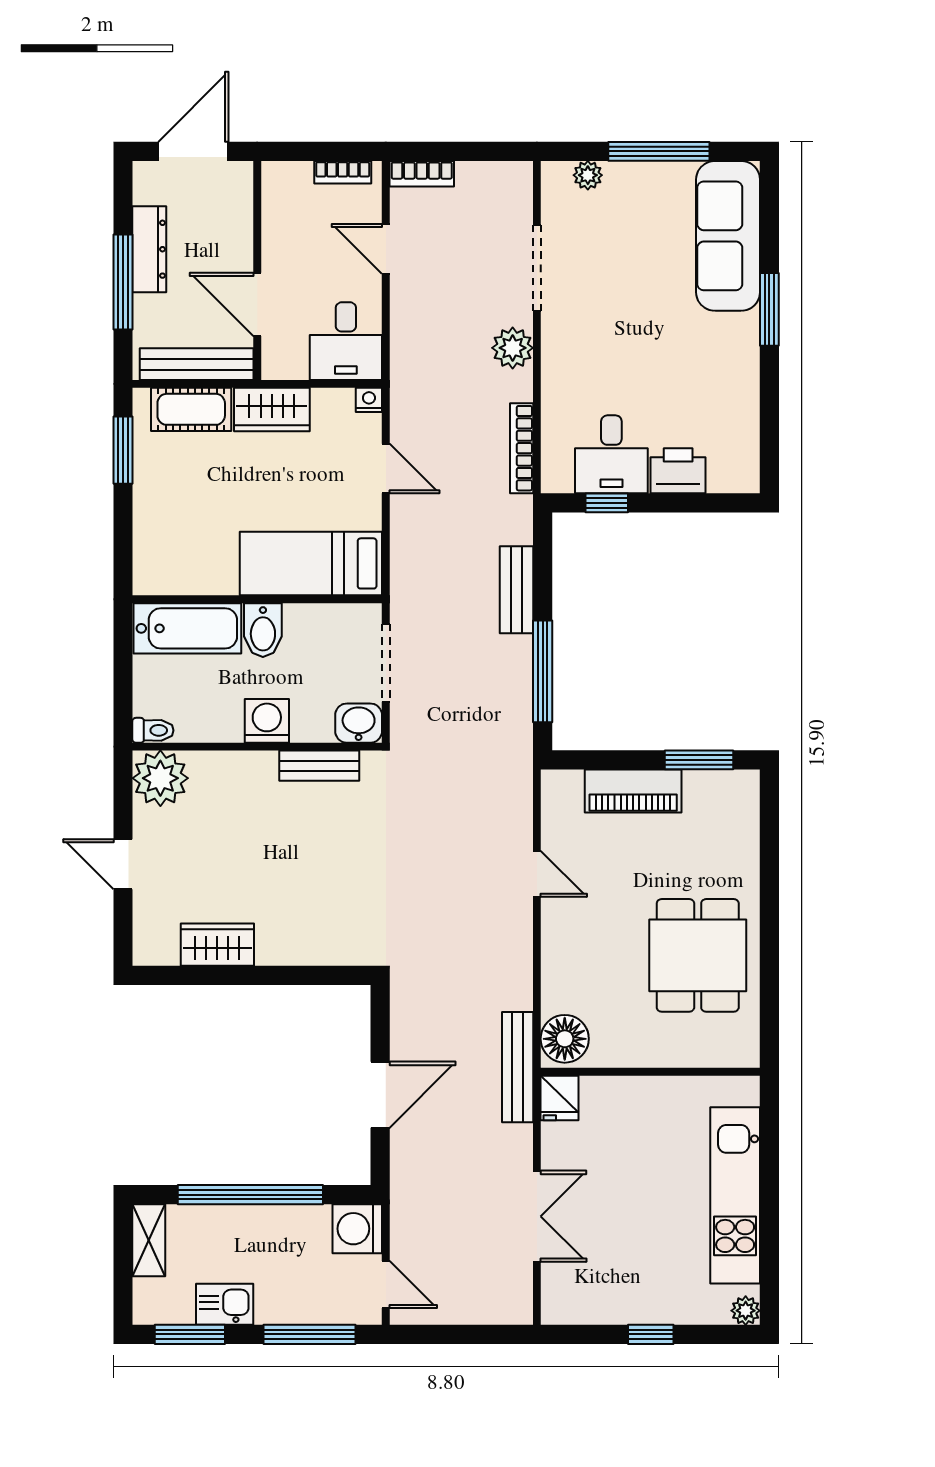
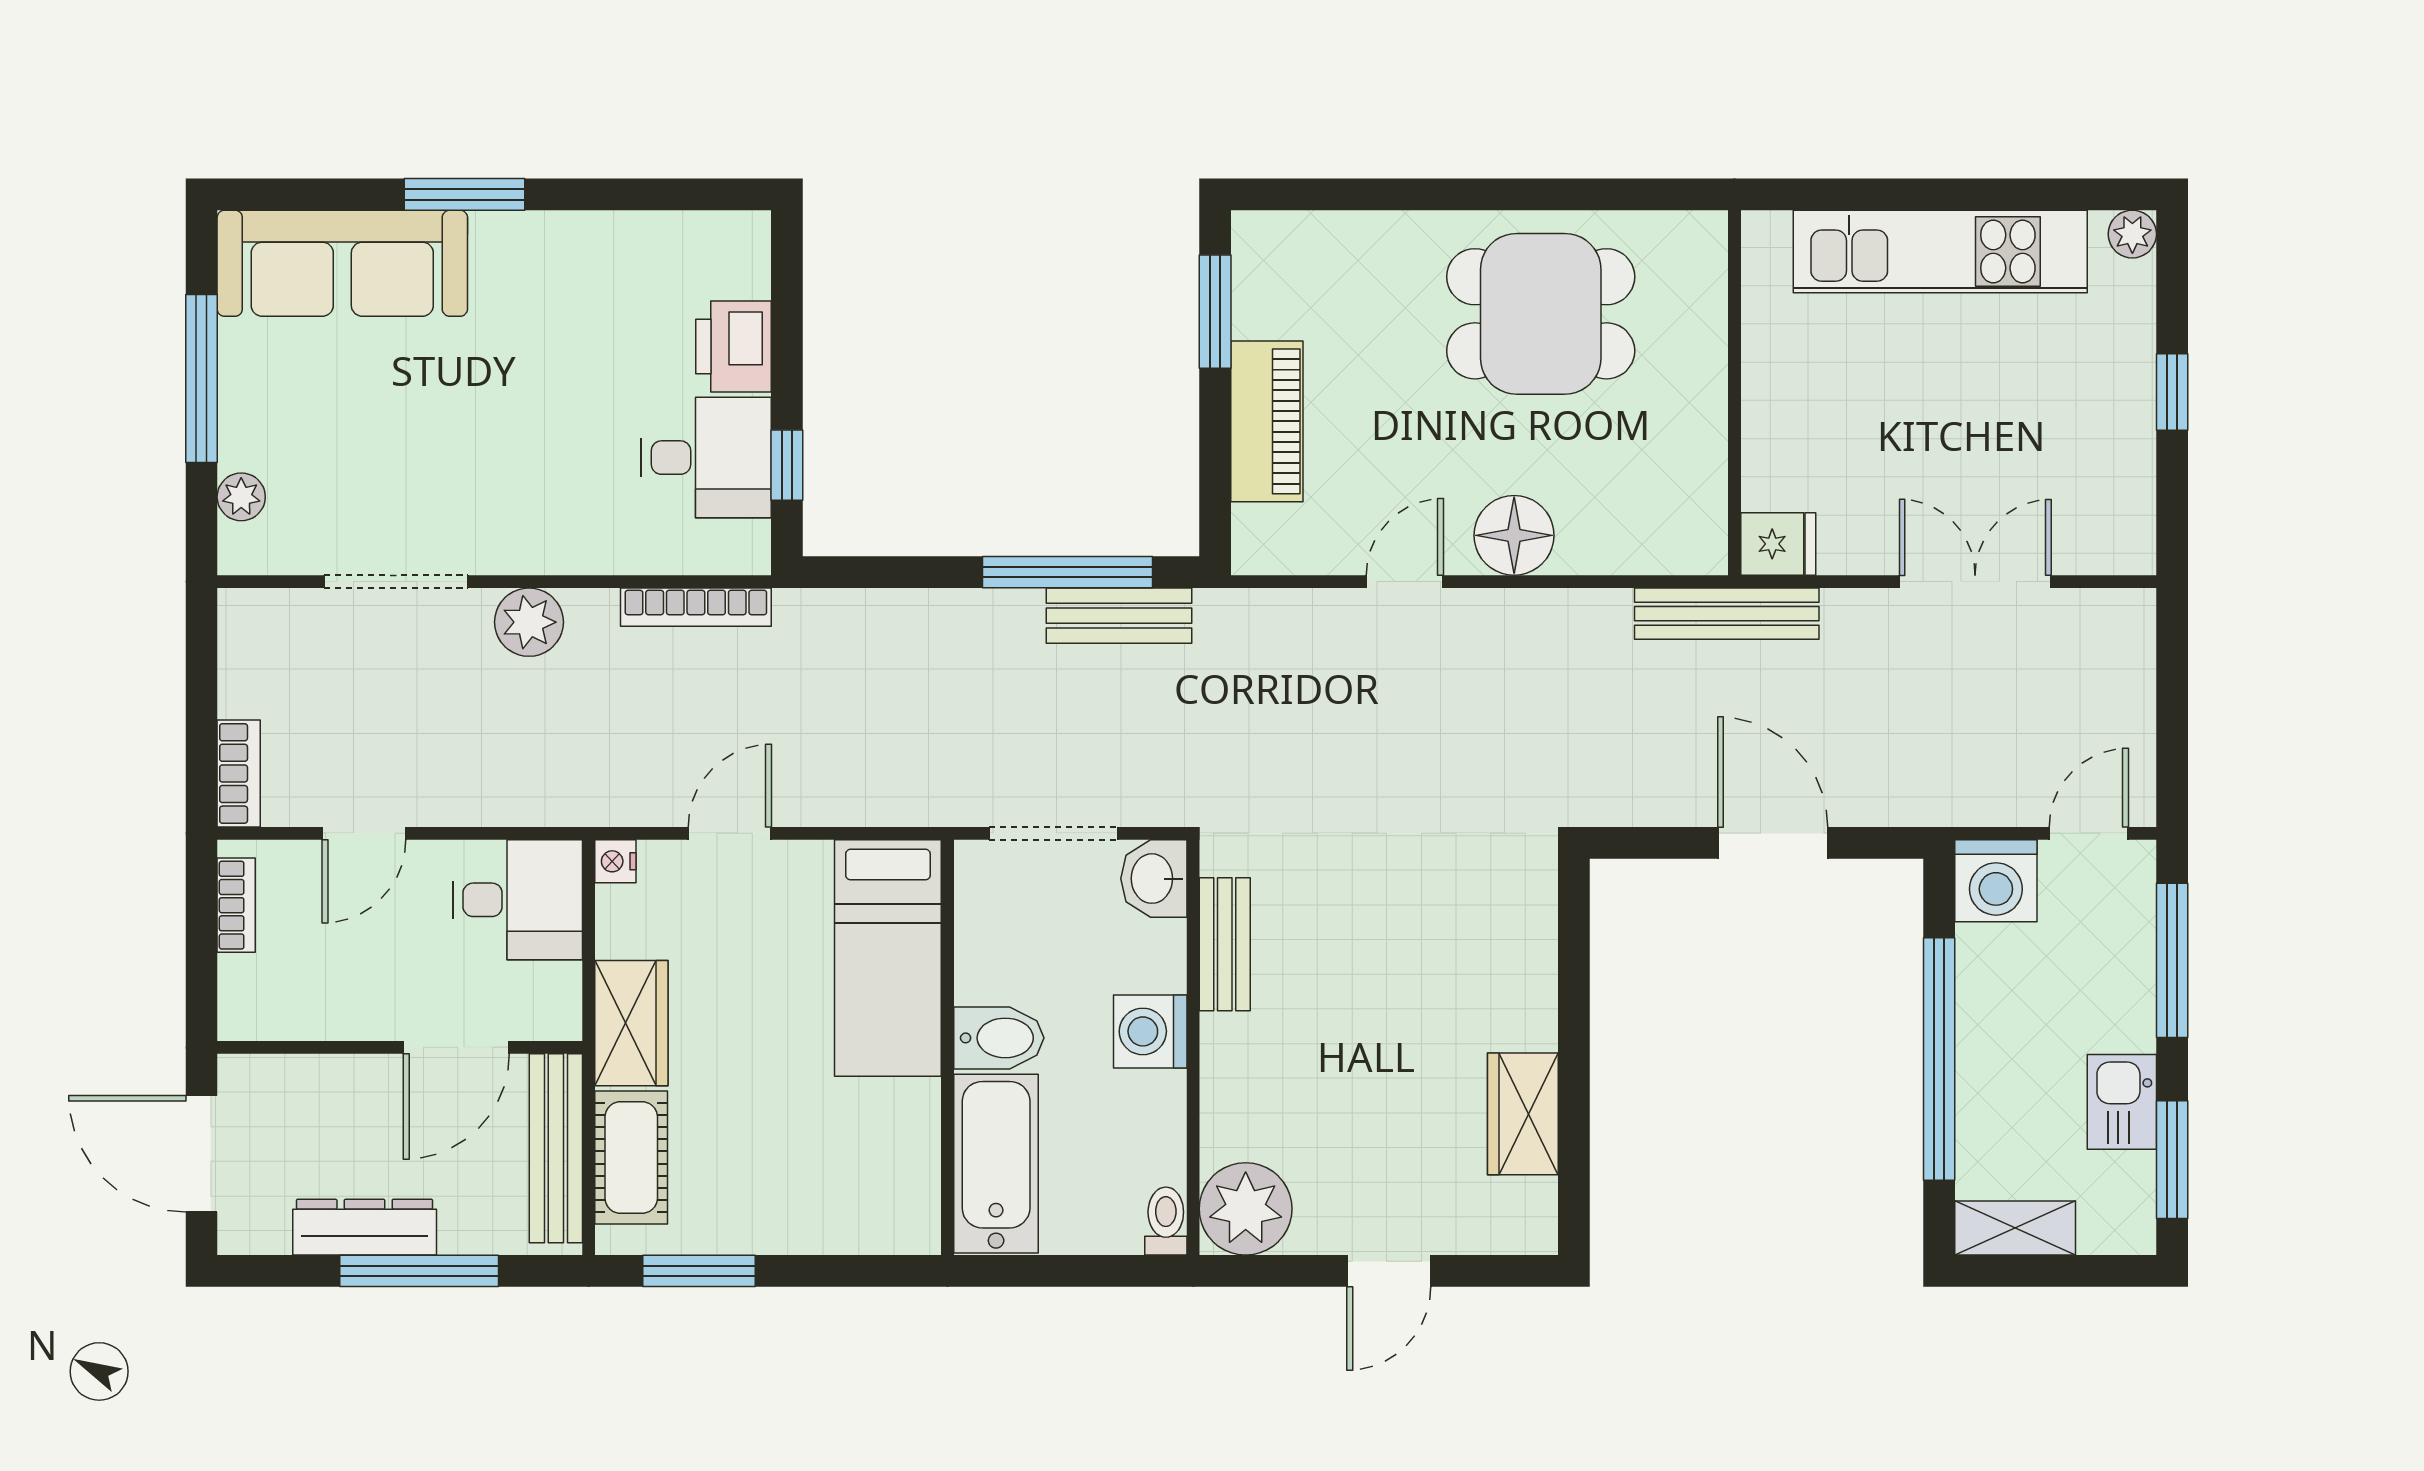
bench: (517, 590) -> (1119, 616), moved
floor lamp: (565, 1039) -> (1514, 535), moved

